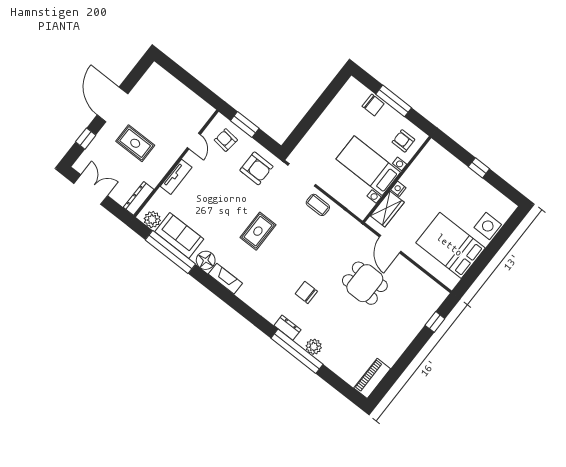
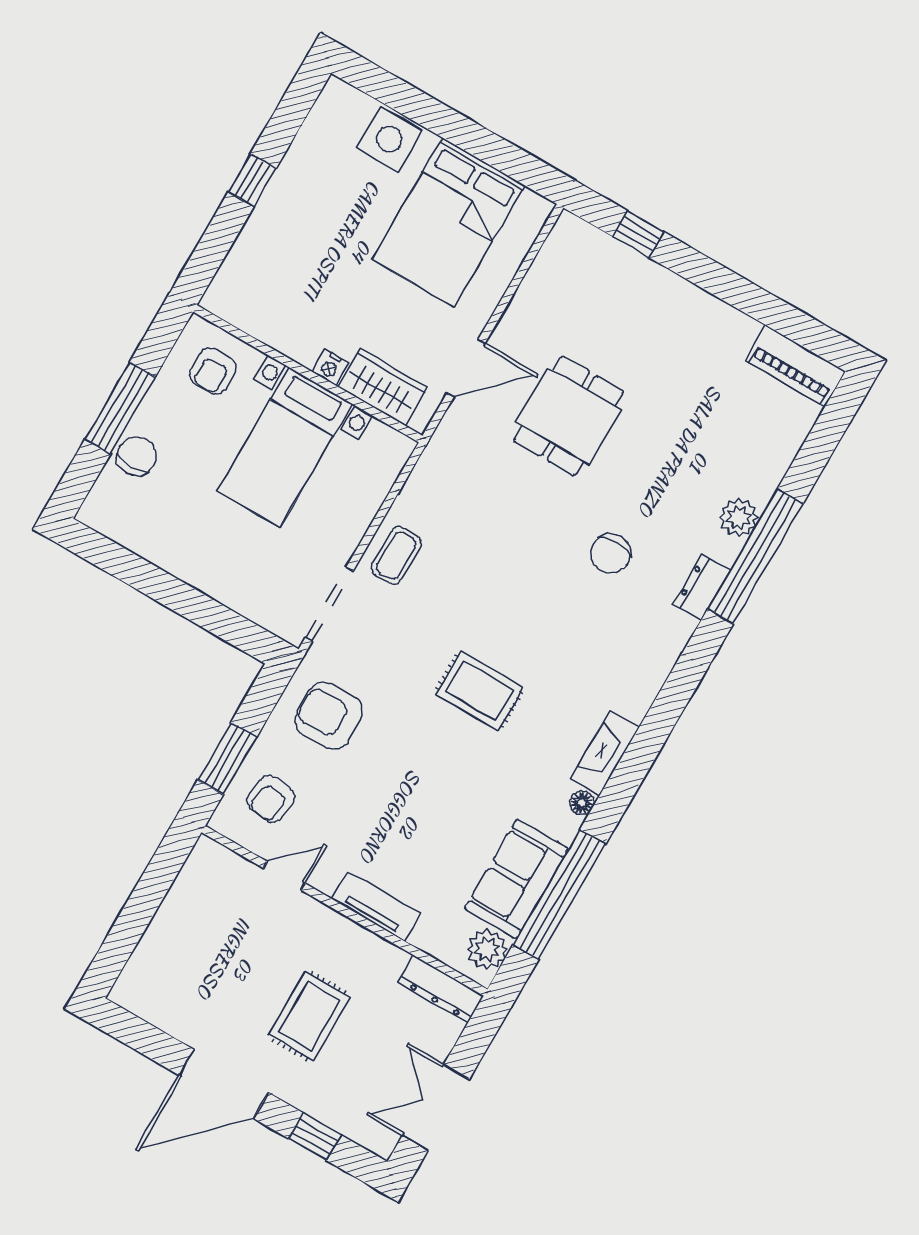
armchair: (256, 168) -> (329, 716), turned -90
floor lamp: (206, 260) -> (582, 803), width x0.53, depth x0.53

